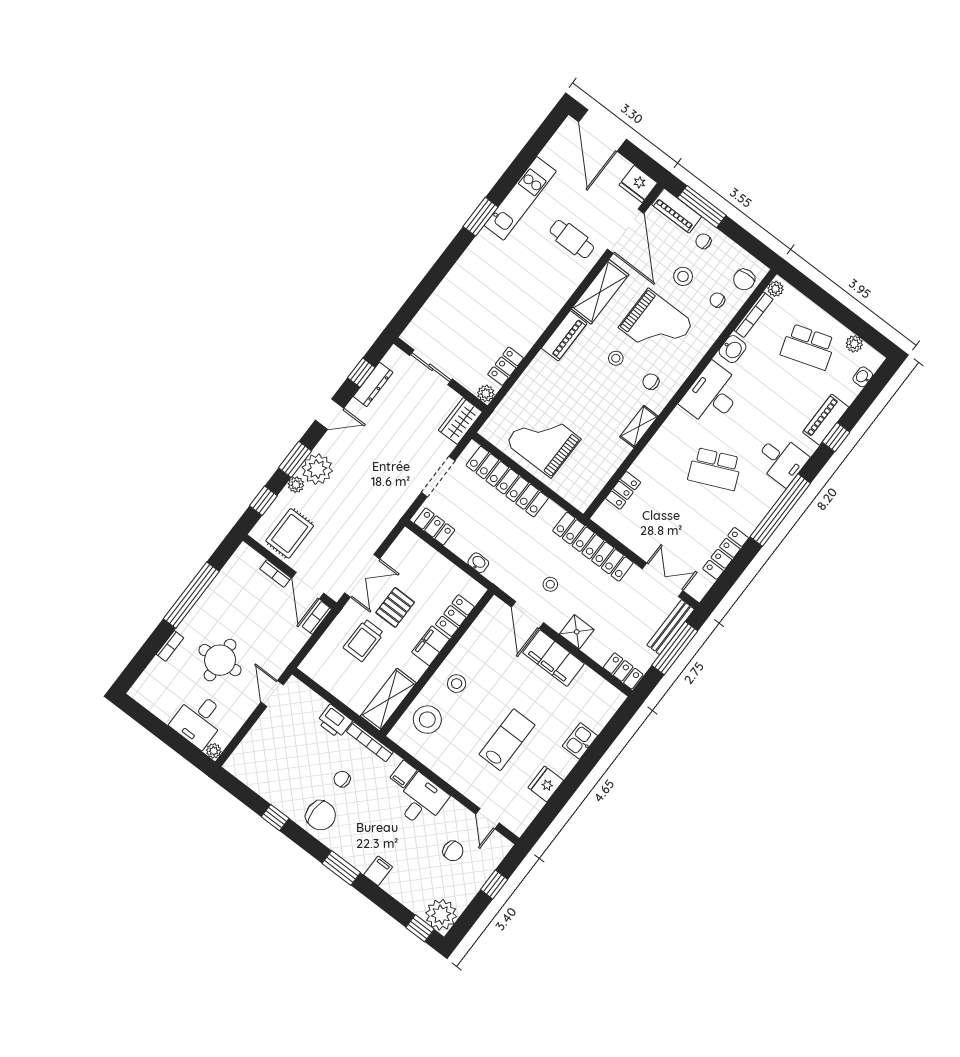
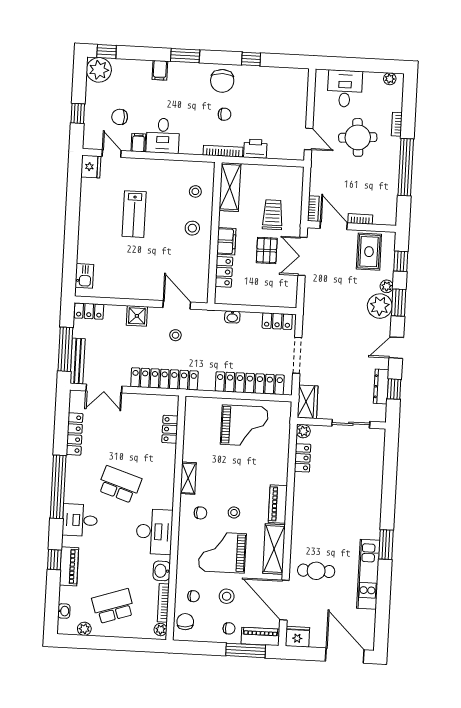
school desk: (715, 469) -> (120, 484), turned 42
filing cabinet: (554, 658) -> (140, 288), removed
stool: (427, 720) -> (195, 191), width x0.53, depth x0.53
kitchen sink: (580, 741) -> (84, 276), moved
plant: (214, 751) -> (390, 79), moved
filing cabinet: (404, 774) -> (138, 143), moved
fridge: (546, 784) -> (91, 167), moved
chair: (321, 815) -> (222, 81), turned -90

